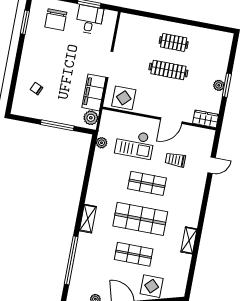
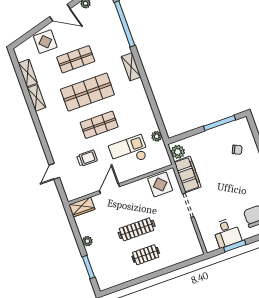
window: (227, 85) -> (88, 267), moved
window: (57, 125) -> (220, 123), moved
shelving: (184, 267) -> (28, 73), added

